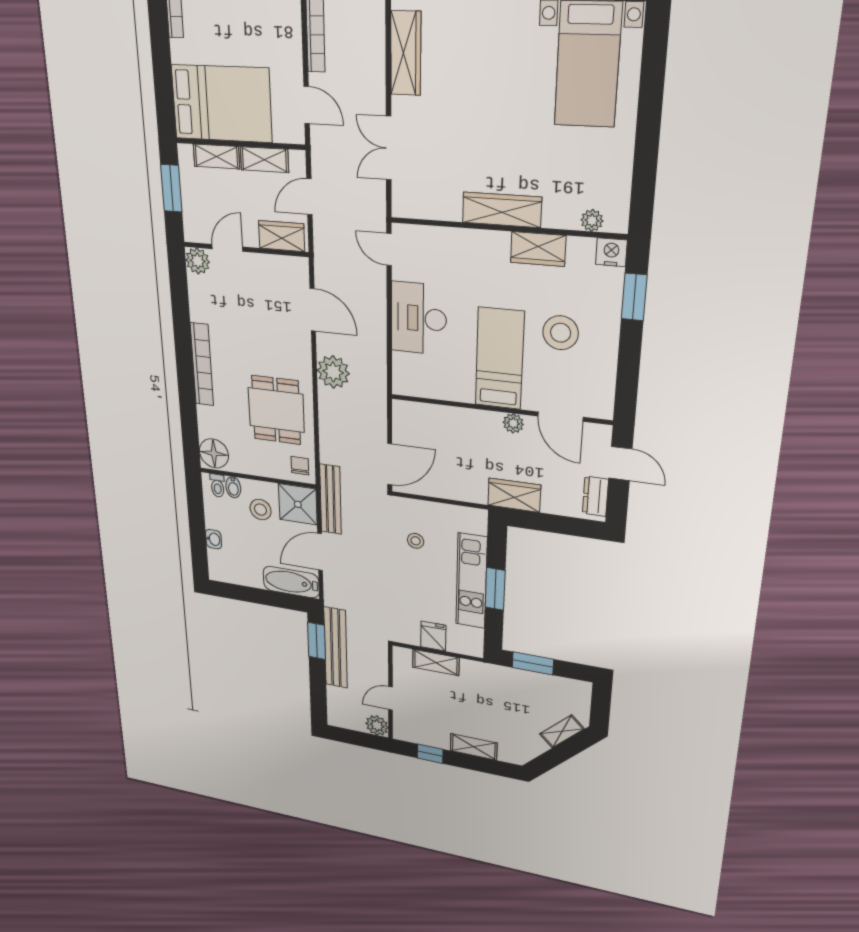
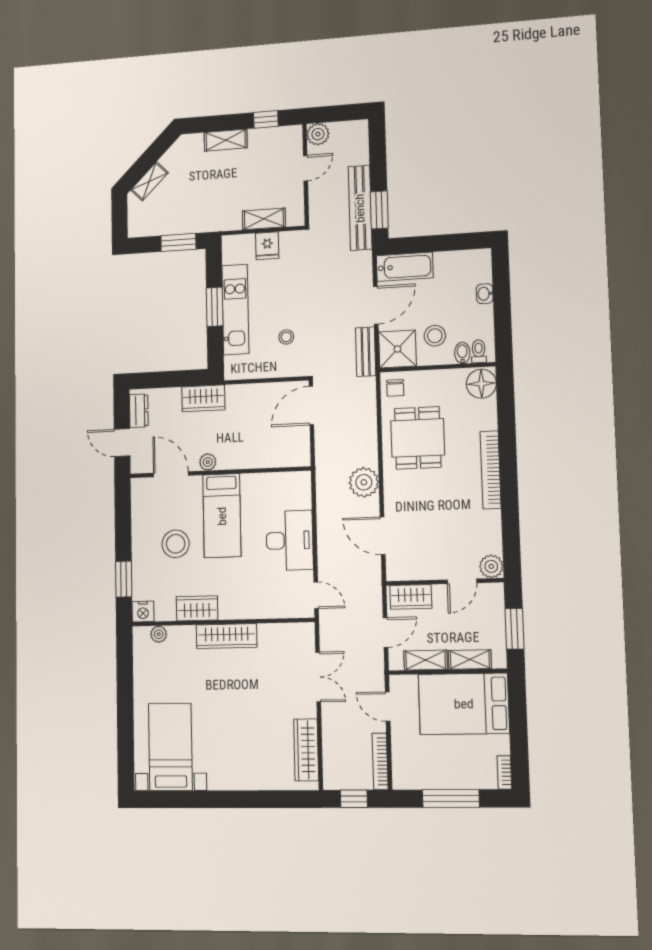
bench: (330, 499) -> (366, 352), width x0.73

